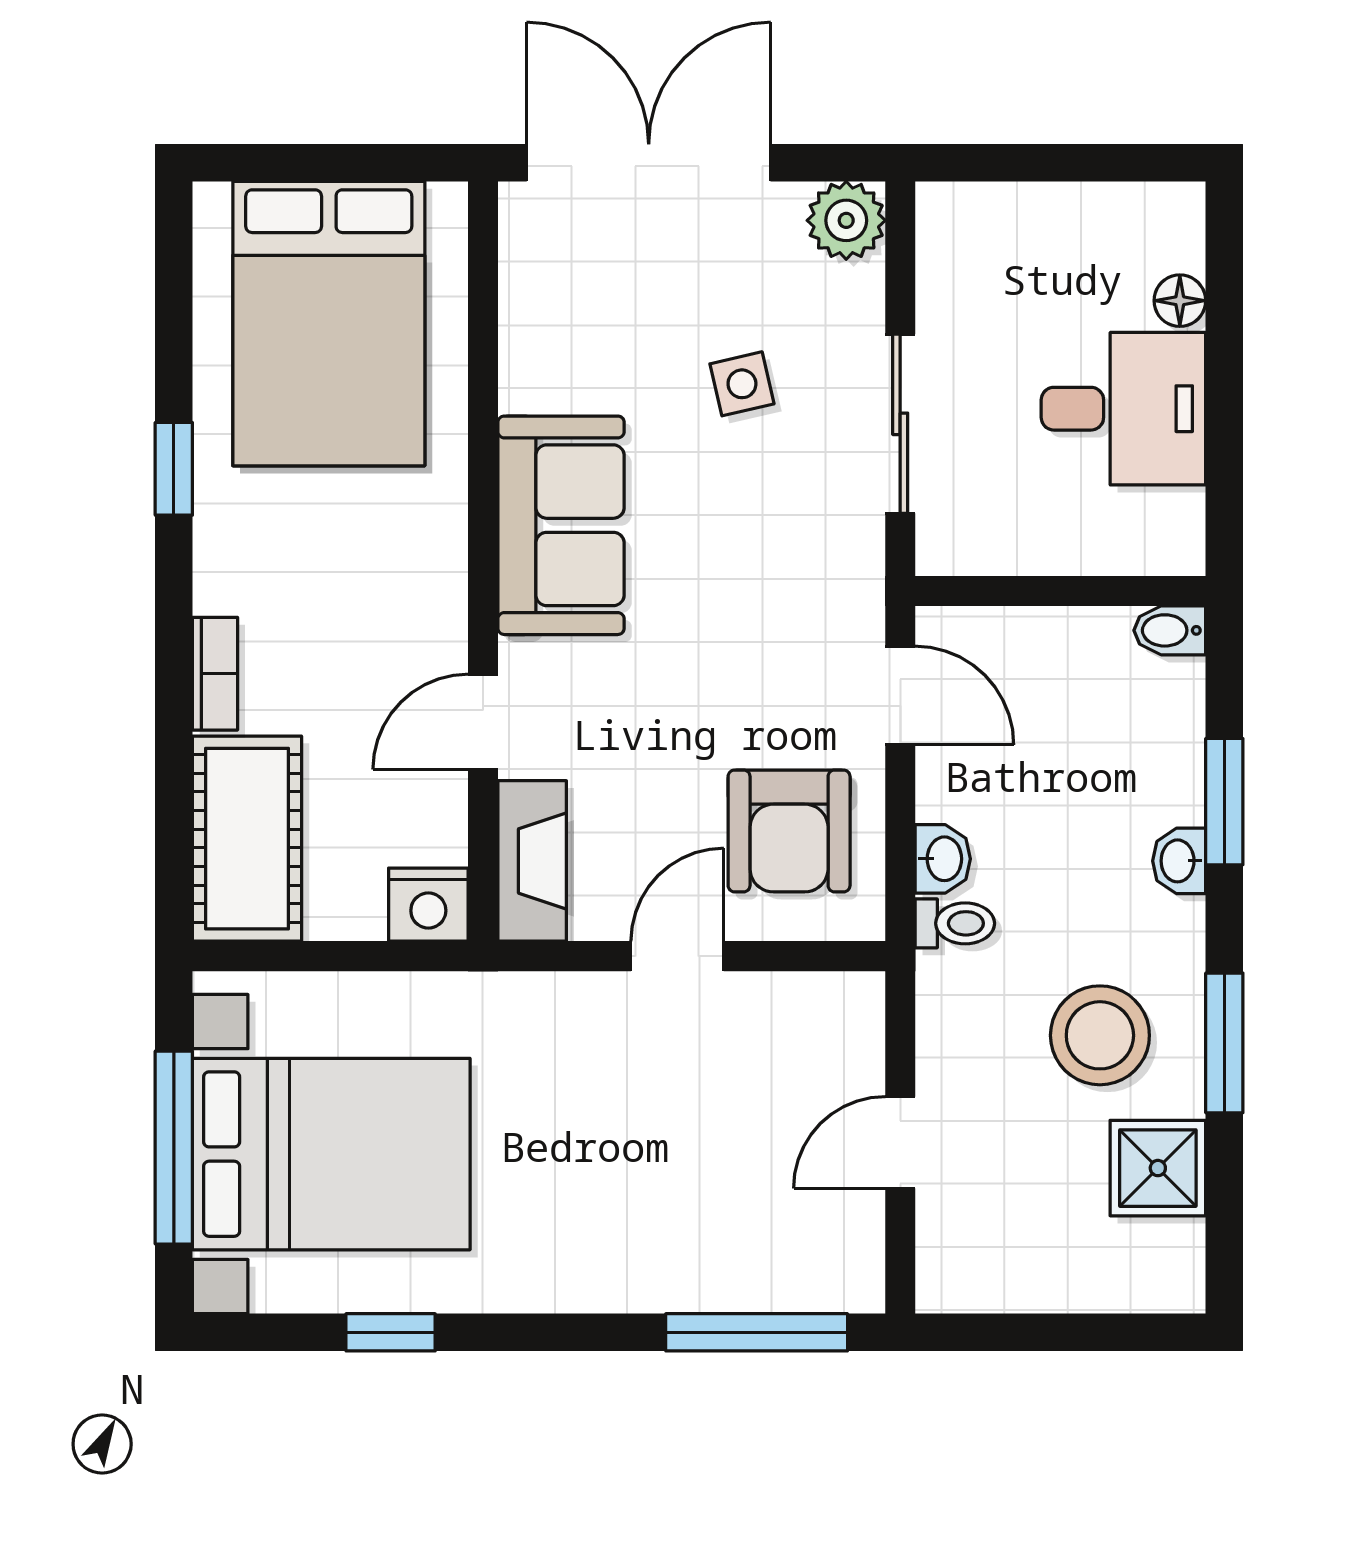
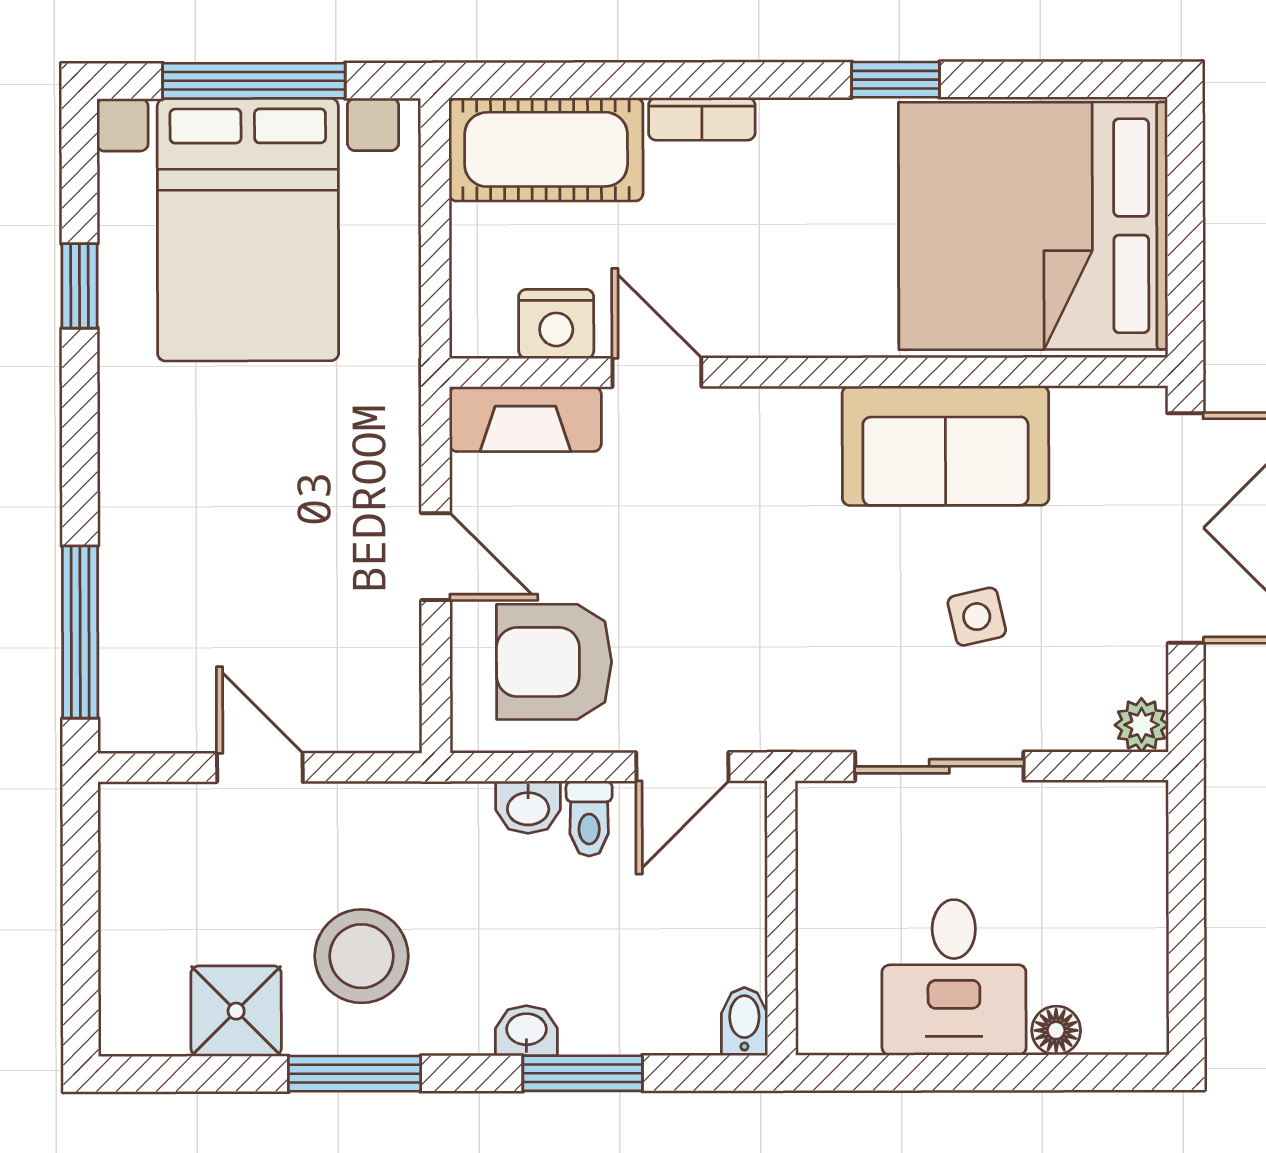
plant: (846, 220) -> (1142, 725), width x0.73, depth x0.73
bed: (329, 324) -> (1033, 226), width x1.36
sofa: (561, 525) -> (946, 446), moved
nightstand: (428, 905) -> (556, 324), moved, turned -90
toilet: (955, 923) -> (589, 819), moved

